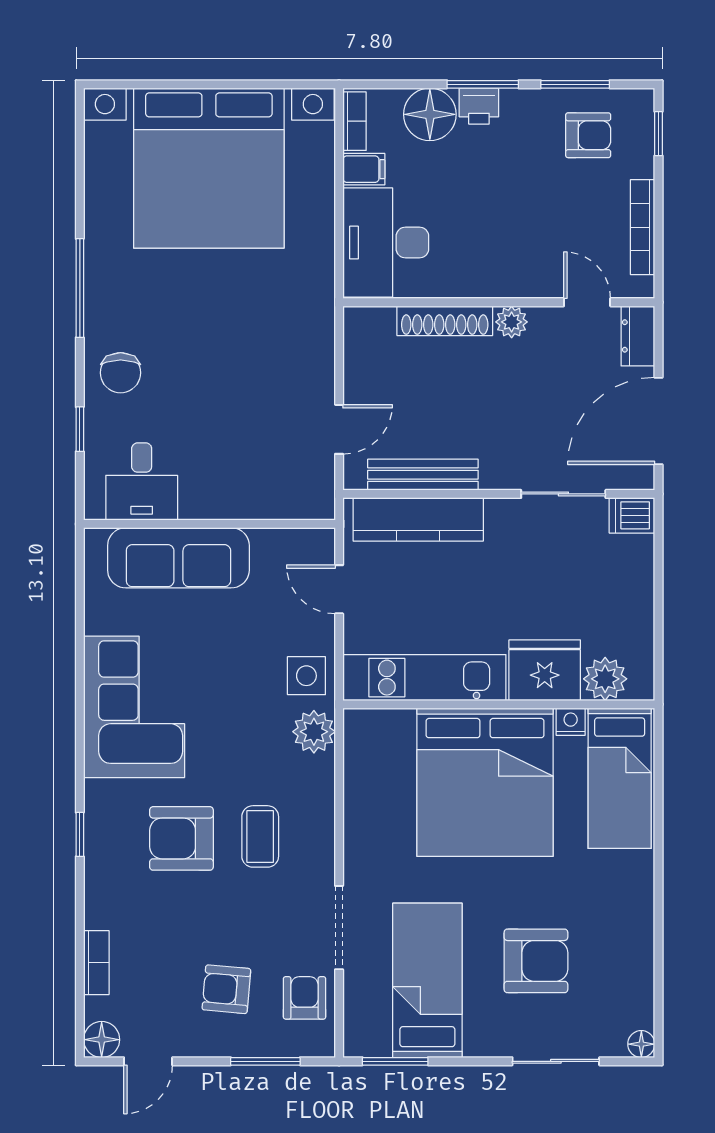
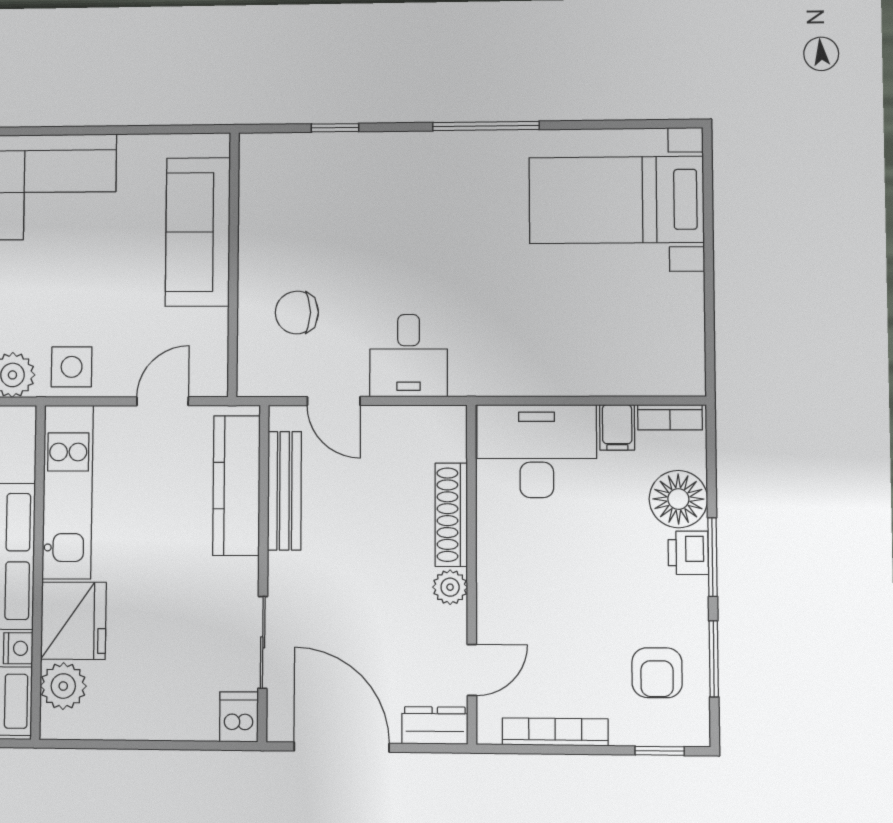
bed with nightstands: (209, 168) -> (616, 200), width x0.54
chair: (121, 373) -> (297, 312), moved
desk: (142, 482) -> (409, 356), moved, turned -90

